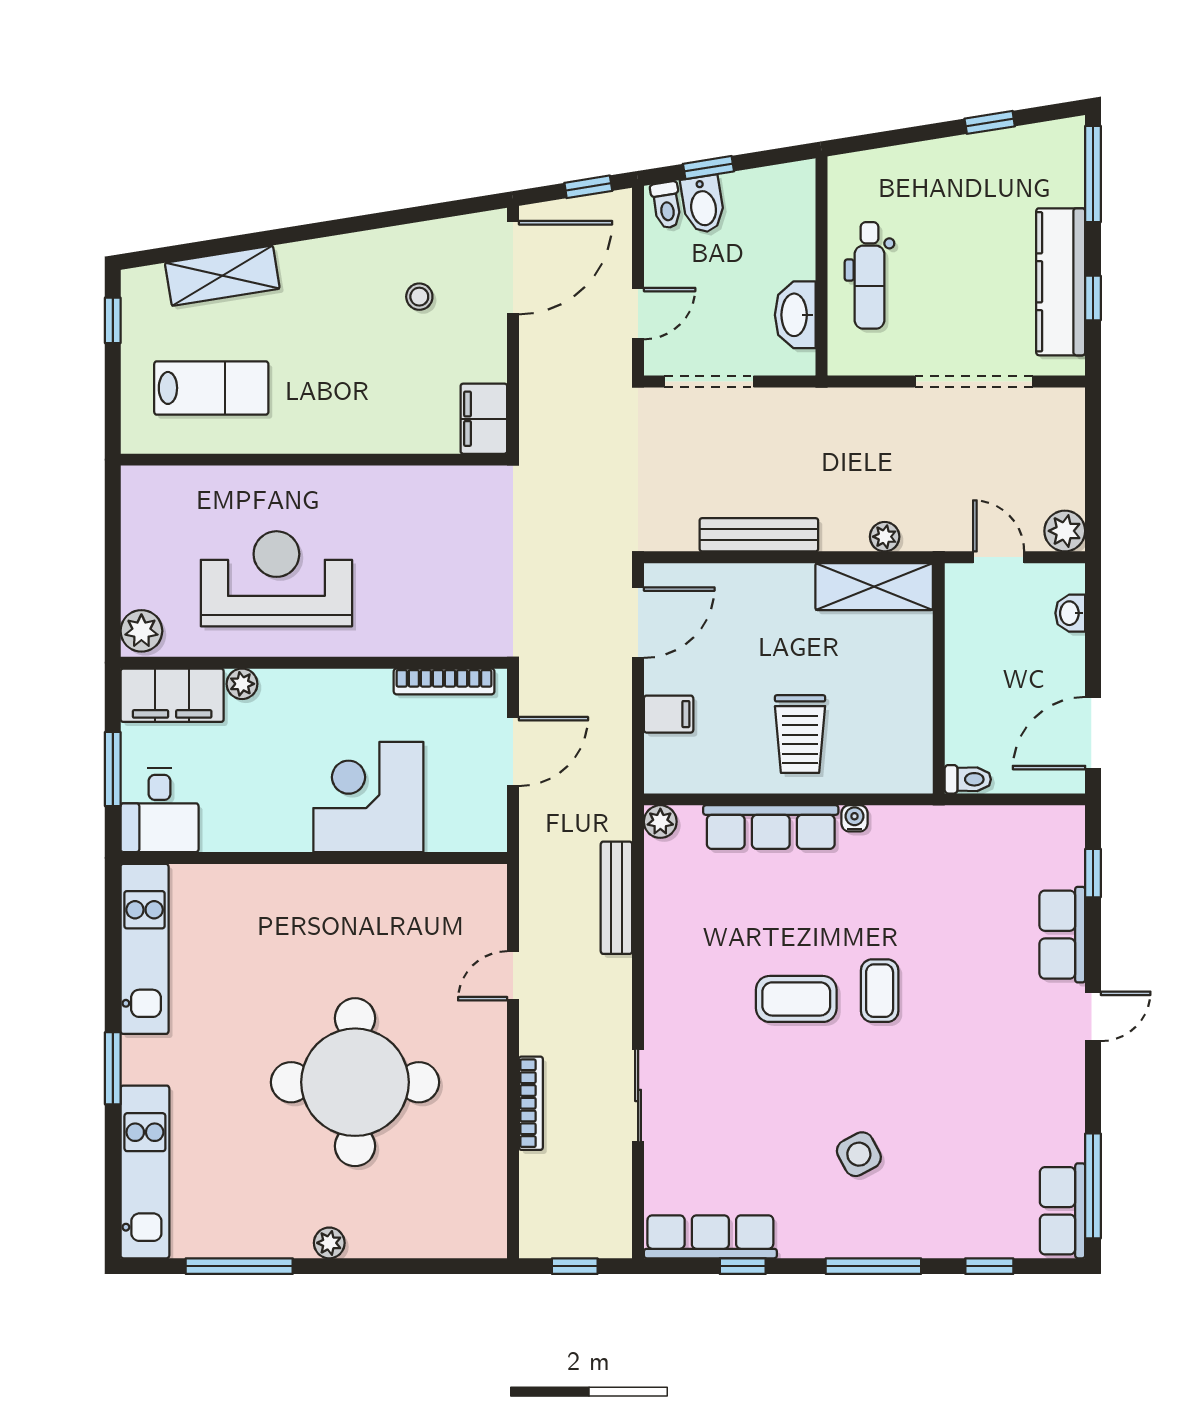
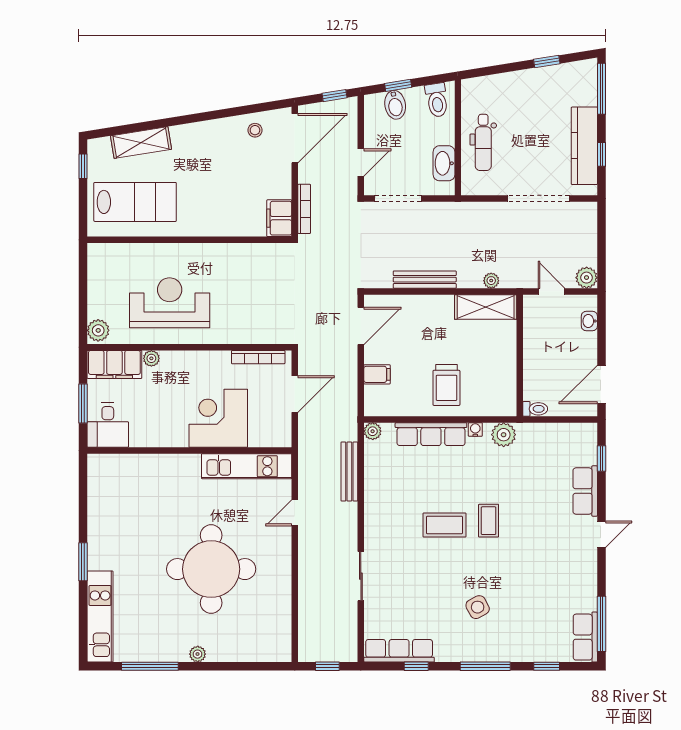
toilet: (667, 205) -> (437, 100), moved, width x1.37, depth x1.39
stool: (419, 297) -> (255, 130), moved
lab bench: (211, 388) -> (135, 202), width x1.36, depth x1.39
plant: (908, 828) -> (504, 435), added
kitchen unit: (145, 949) -> (247, 466), moved, turned 90
bookcase: (531, 1103) -> (304, 209), moved

